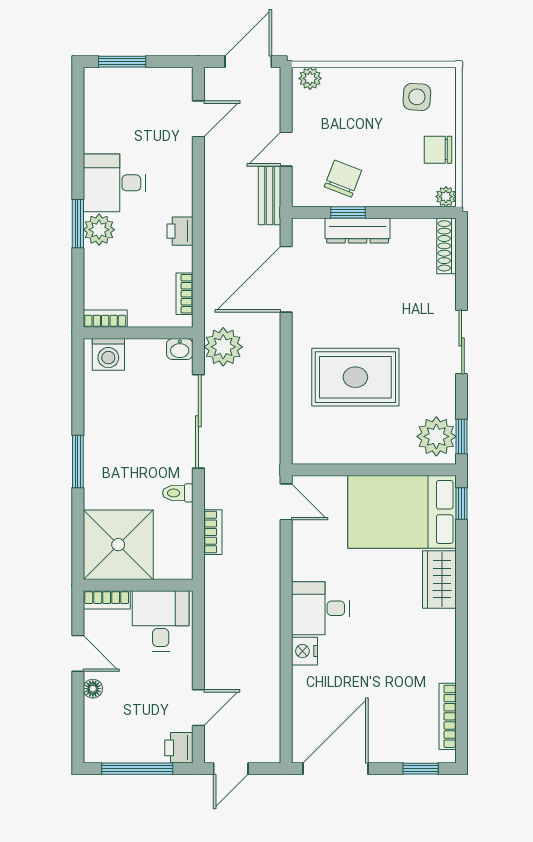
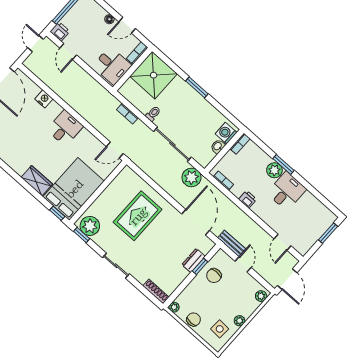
plant: (377, 78) -> (240, 321), added
chair: (343, 179) -> (214, 276), turned 69
dresser: (358, 230) -> (193, 260), width x0.70
washbasin: (180, 349) -> (218, 146), moved
nightstand: (304, 651) -> (44, 99), moved

